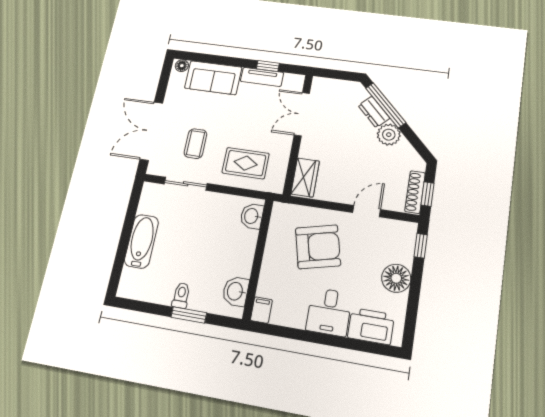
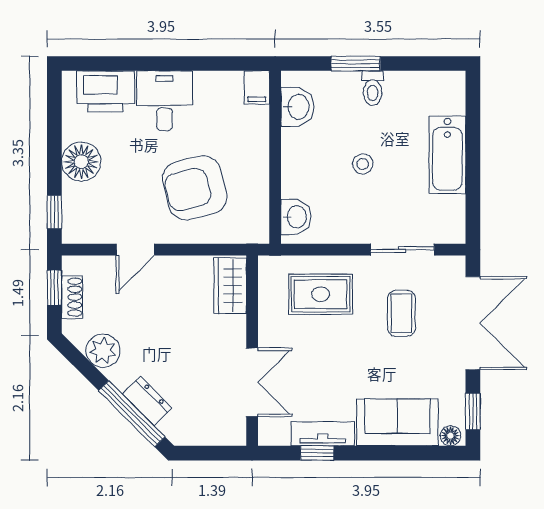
window: (164, 78) -> (473, 411), added
plant: (389, 135) -> (103, 351), moved
shoe rack: (415, 192) -> (72, 297), width x0.70
stool: (199, 244) -> (363, 164), added

